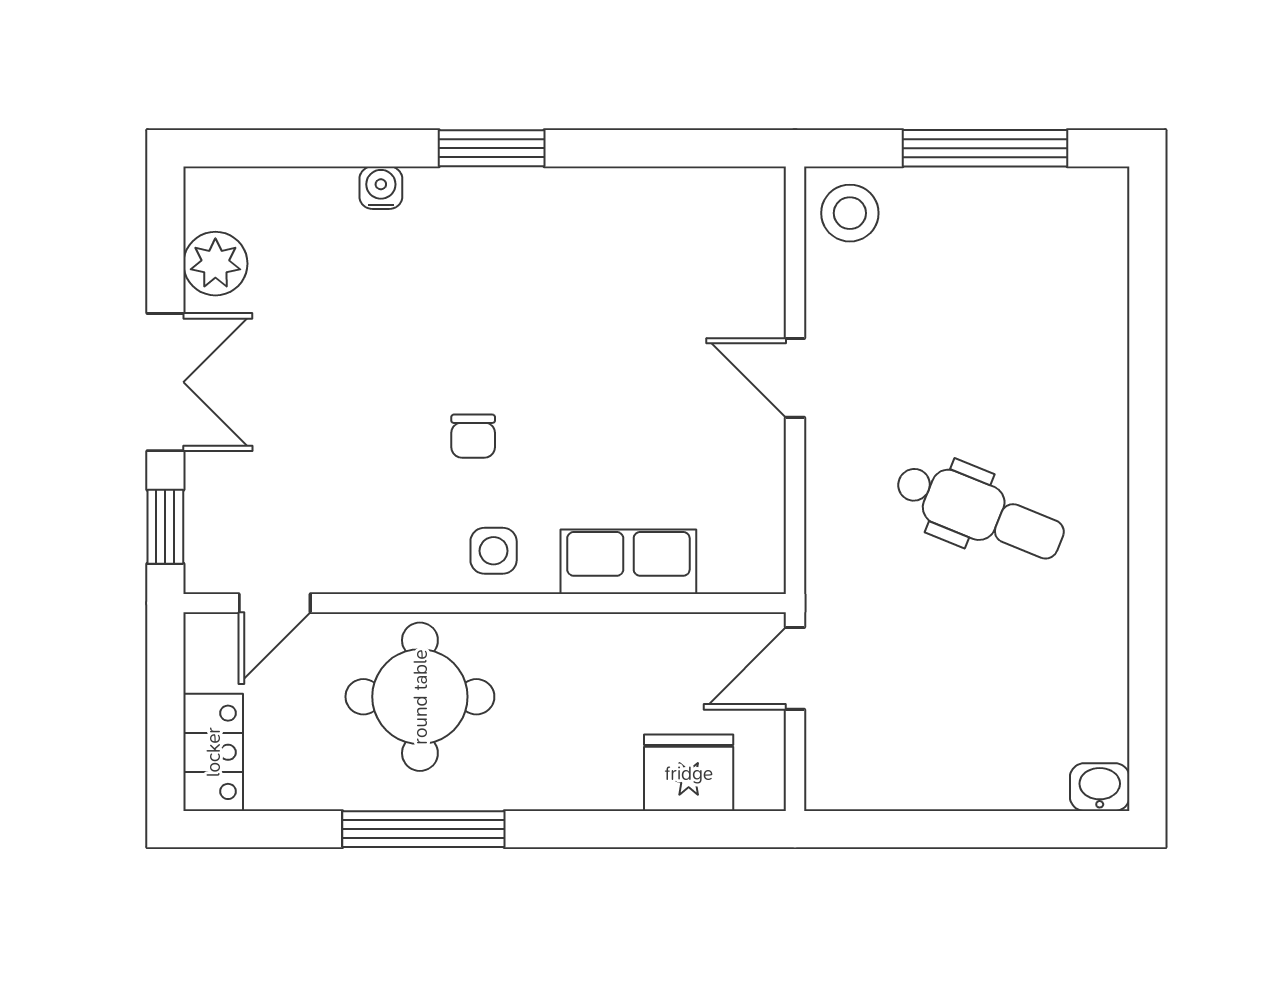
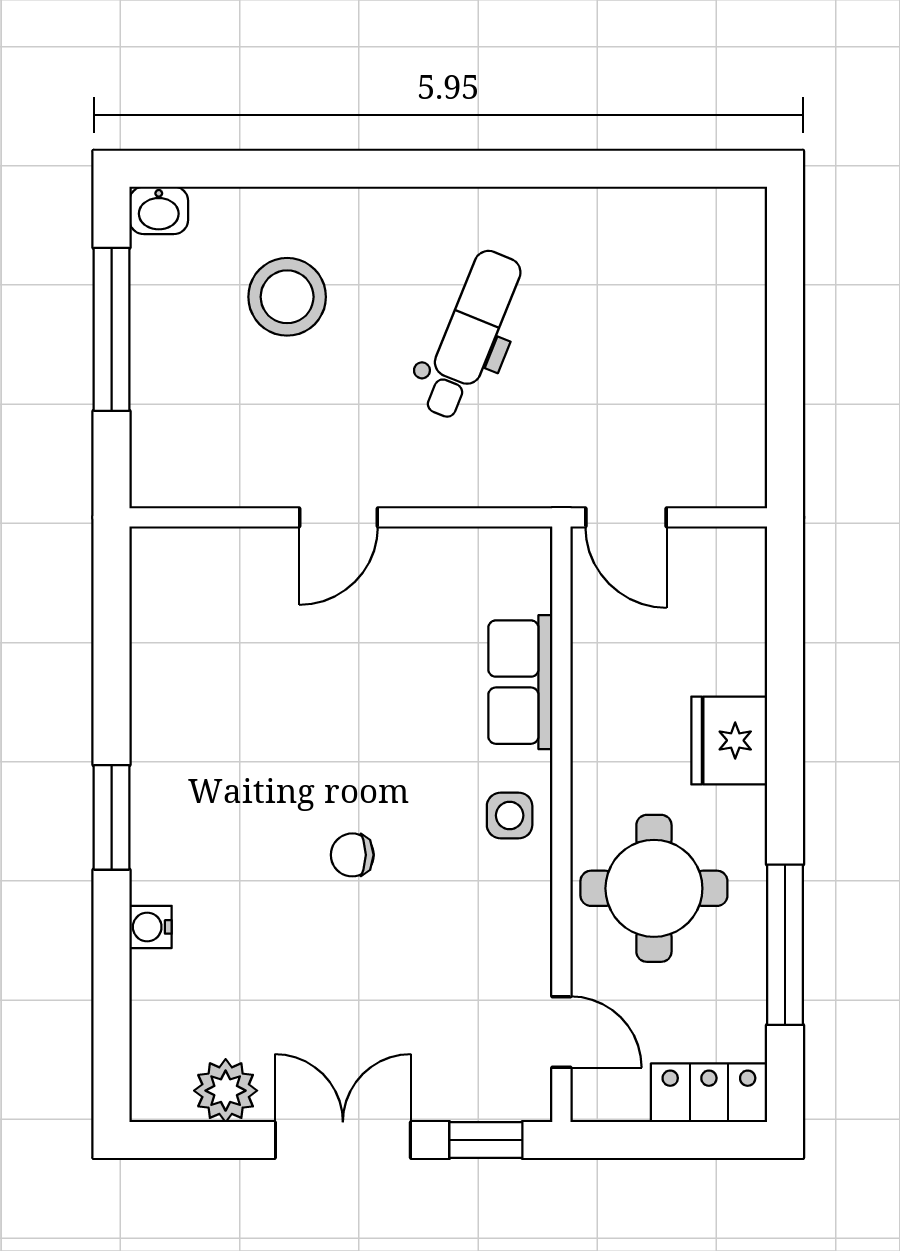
stool: (850, 213) -> (287, 297), moved, width x1.38, depth x1.38
chair: (473, 436) -> (352, 855), moved, turned 180
fridge: (689, 773) -> (729, 740), moved
washbasin: (1100, 787) -> (159, 210), moved, turned -90
window: (423, 829) -> (785, 945), moved

